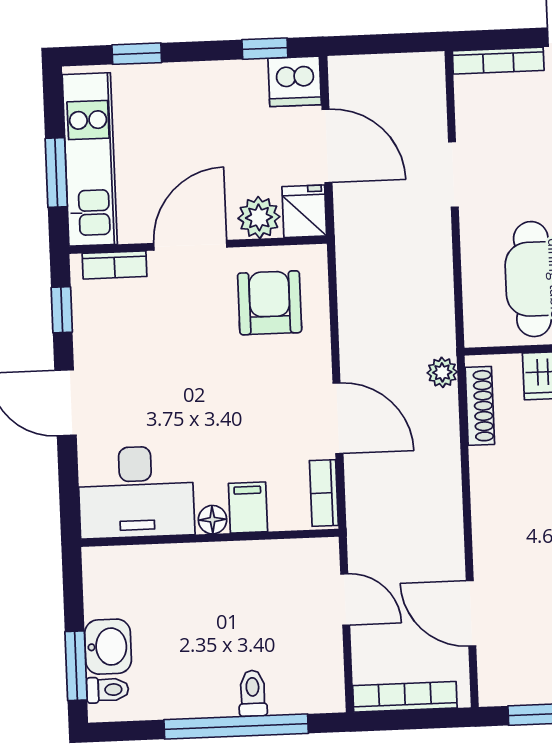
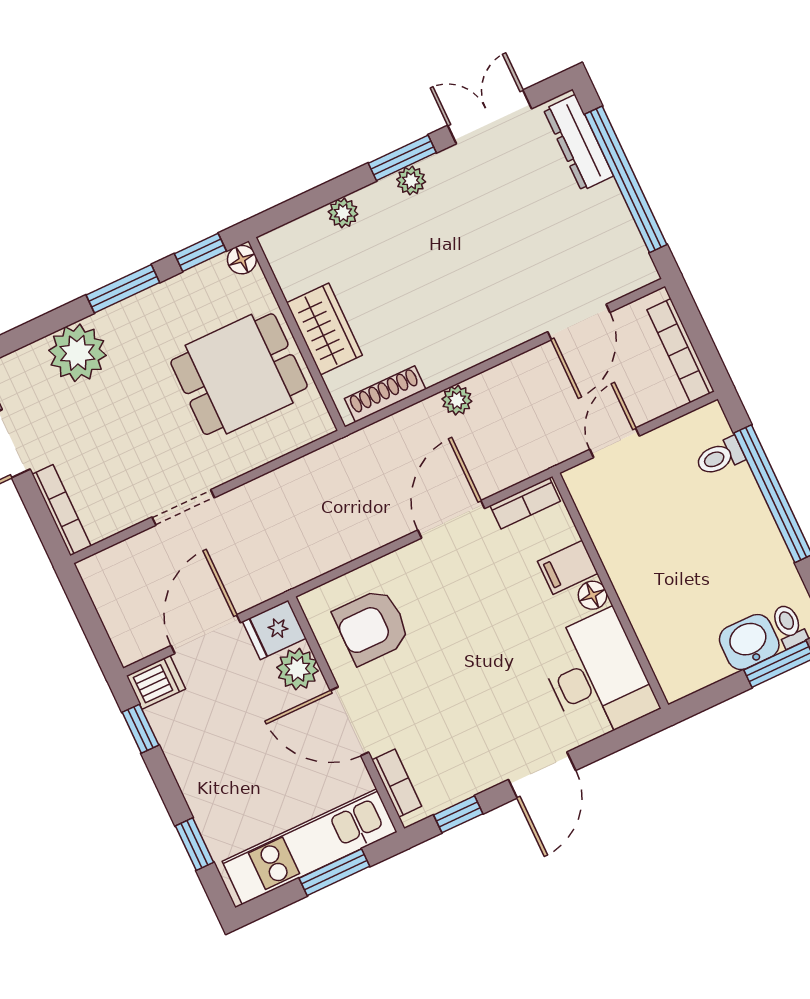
dishwasher: (295, 81) -> (156, 682), width x0.73
plant: (442, 372) -> (457, 400), moved
toilet: (253, 693) -> (720, 457), moved

